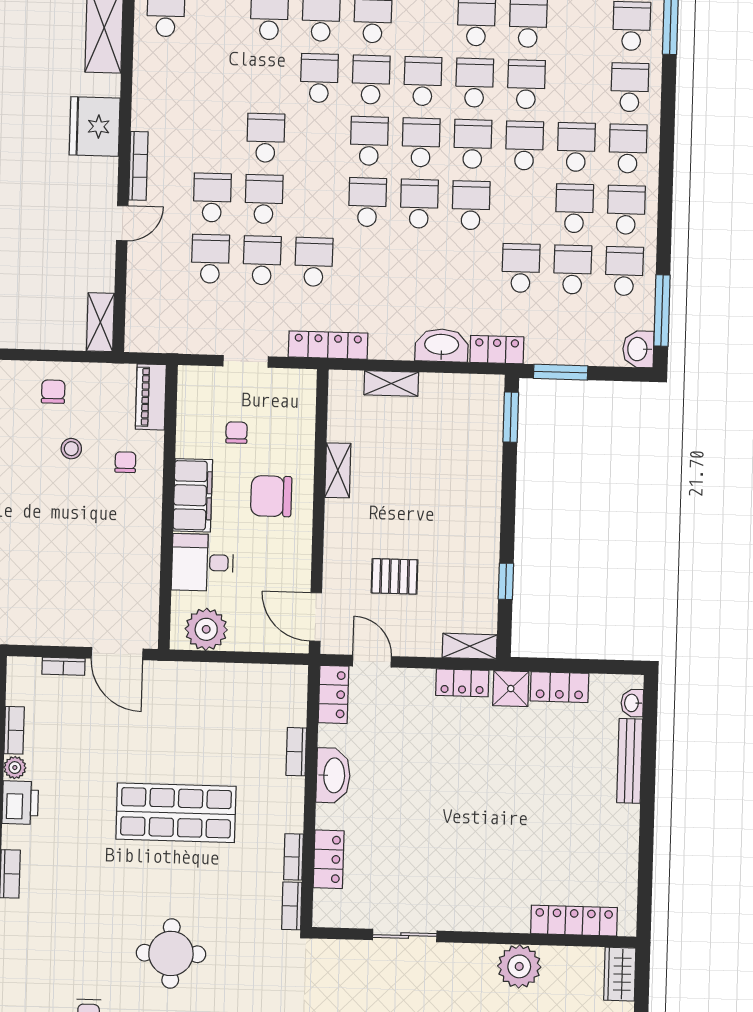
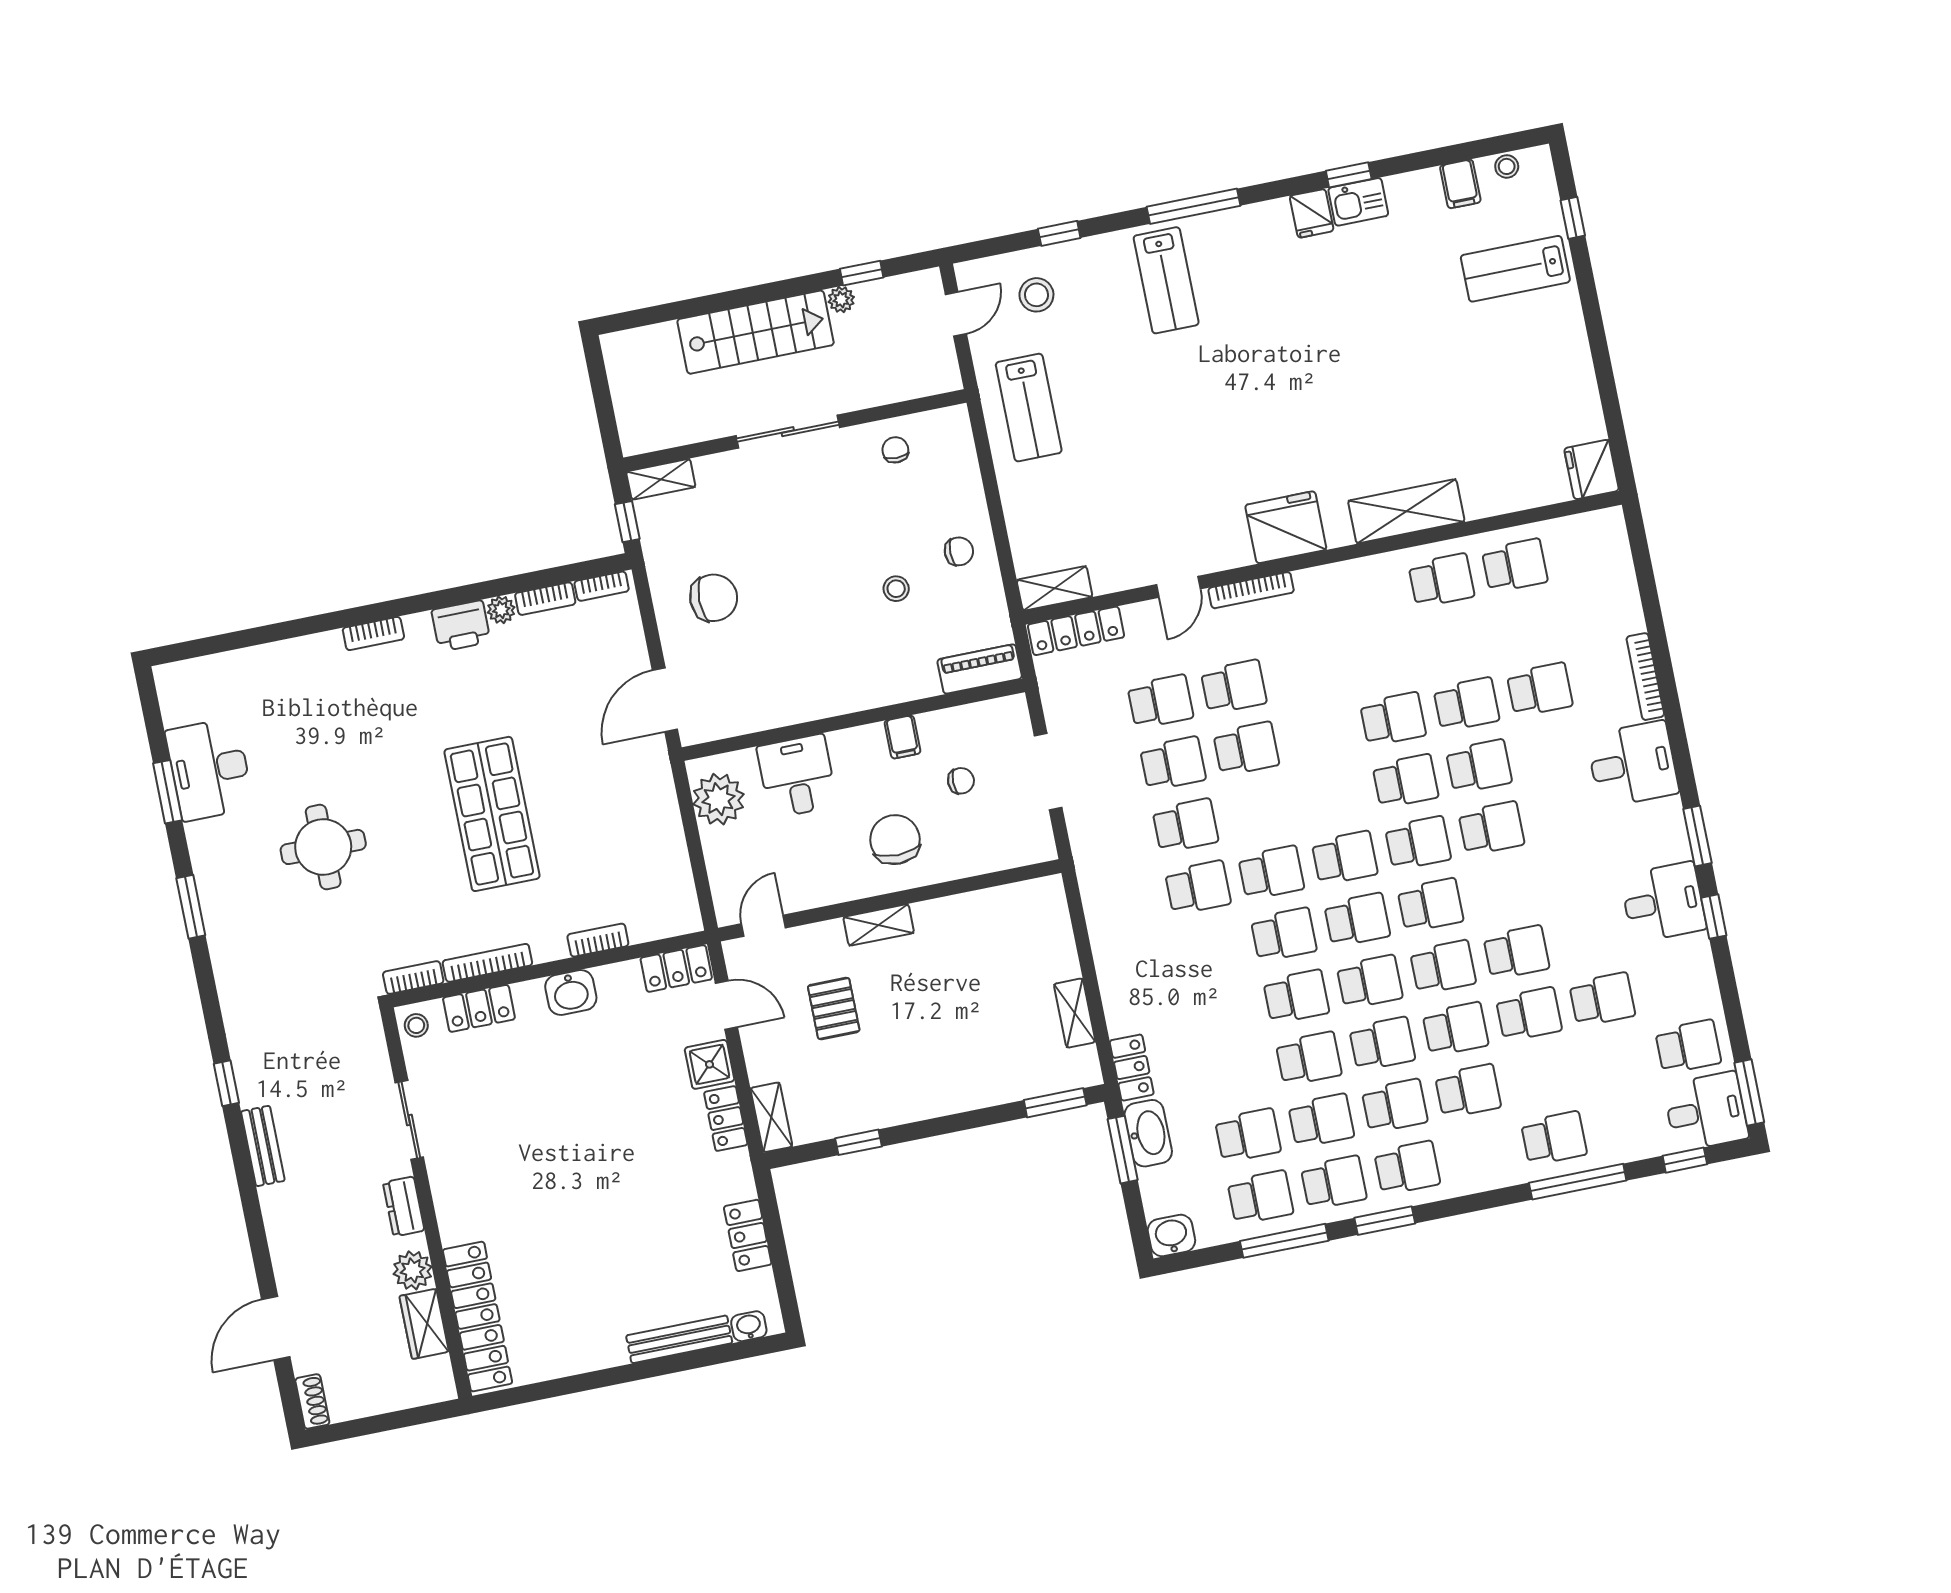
school desk: (630, 87) -> (1468, 1091), moved
school desk: (266, 138) -> (1393, 719), moved
window: (666, 176) -> (1385, 1221), added
door: (122, 223) -> (1178, 587), hinge flipped
school desk: (366, 263) -> (1198, 887), added
school desk: (521, 268) -> (1309, 1059), moved
window: (662, 311) -> (1284, 1241), moved
locker: (328, 345) -> (1076, 631), moved, turned 90
washbasin: (442, 345) -> (1148, 1133), moved
doorway: (246, 361) -> (1048, 772), width x1.38
shelving: (391, 383) -> (1075, 1013), moved
chair: (125, 462) -> (714, 598), moved, width x1.87, depth x1.87
shelving: (338, 470) -> (879, 925), moved
filing cabinet: (193, 495) -> (903, 737), width x0.33, depth x0.86
door: (315, 617) -> (764, 926), width x0.73
door: (372, 661) -> (726, 1005), hinge flipped
bookcase: (63, 666) -> (602, 586), moved, turned -90
shower: (511, 689) -> (710, 1064), moved
washbasin: (333, 775) -> (571, 992), width x0.72
bookcase: (293, 857) -> (487, 963), width x1.56
stool: (331, 912) -> (416, 1025), added
locker: (574, 921) -> (477, 1317), width x1.41, depth x1.21
dresser: (473, 956) -> (404, 1206), added
plant: (519, 966) -> (413, 1270), width x0.73, depth x0.73
wardrobe: (620, 974) -> (424, 1324), moved, turned -90

